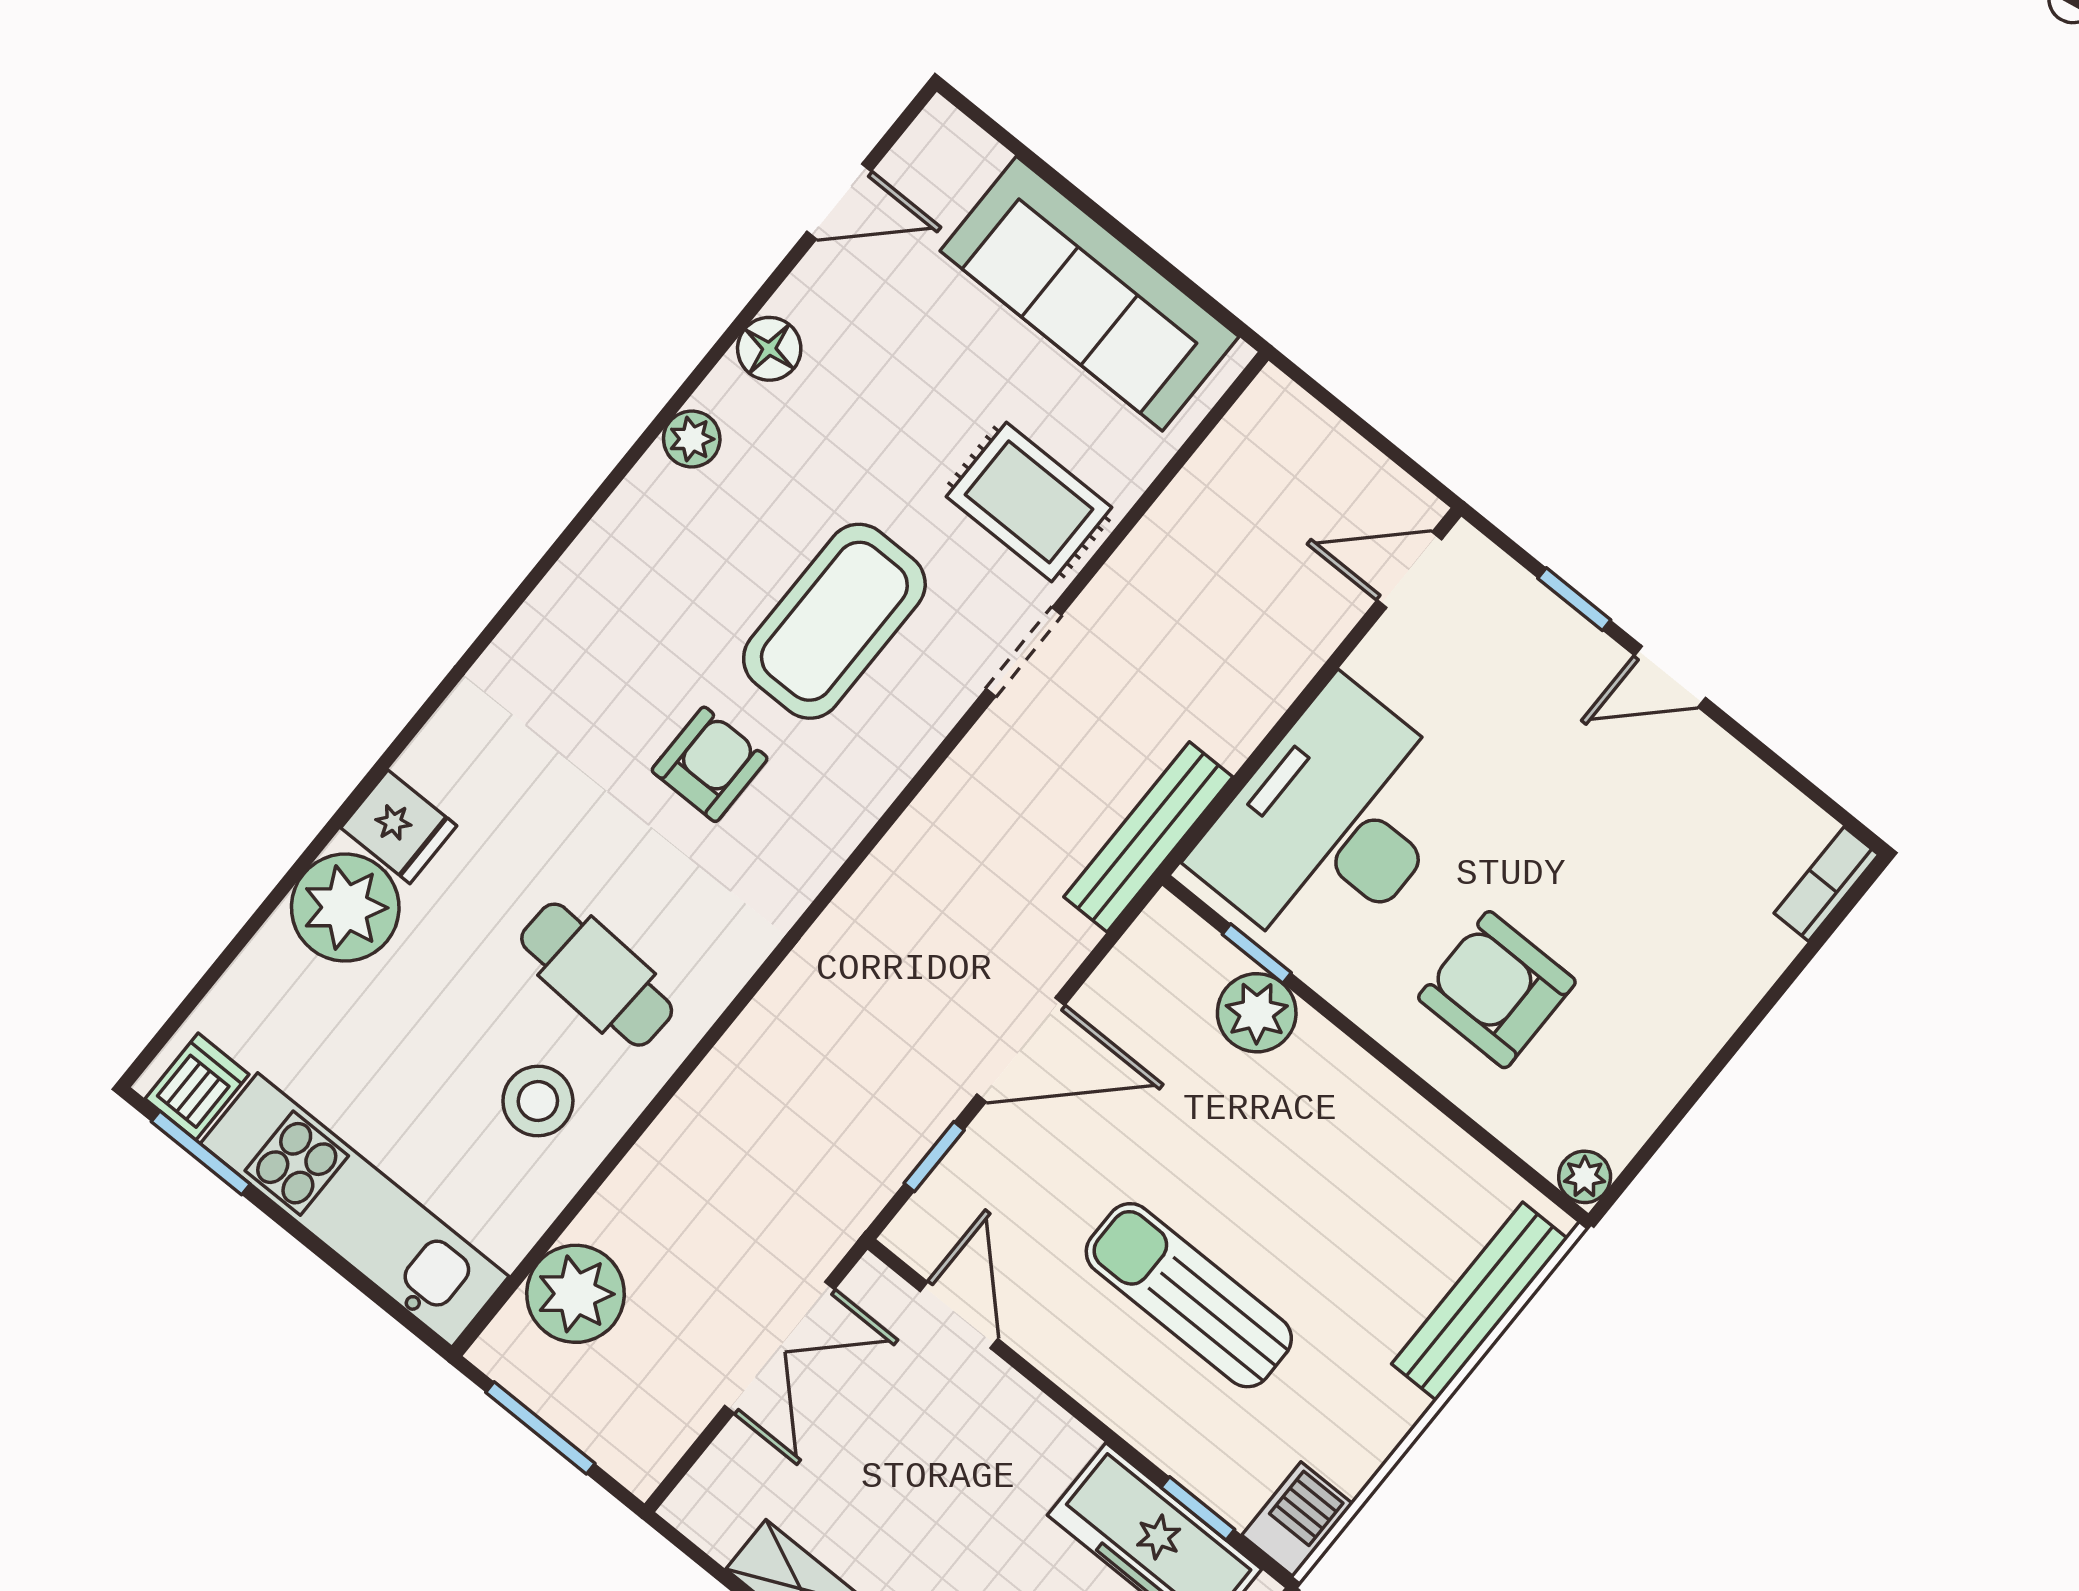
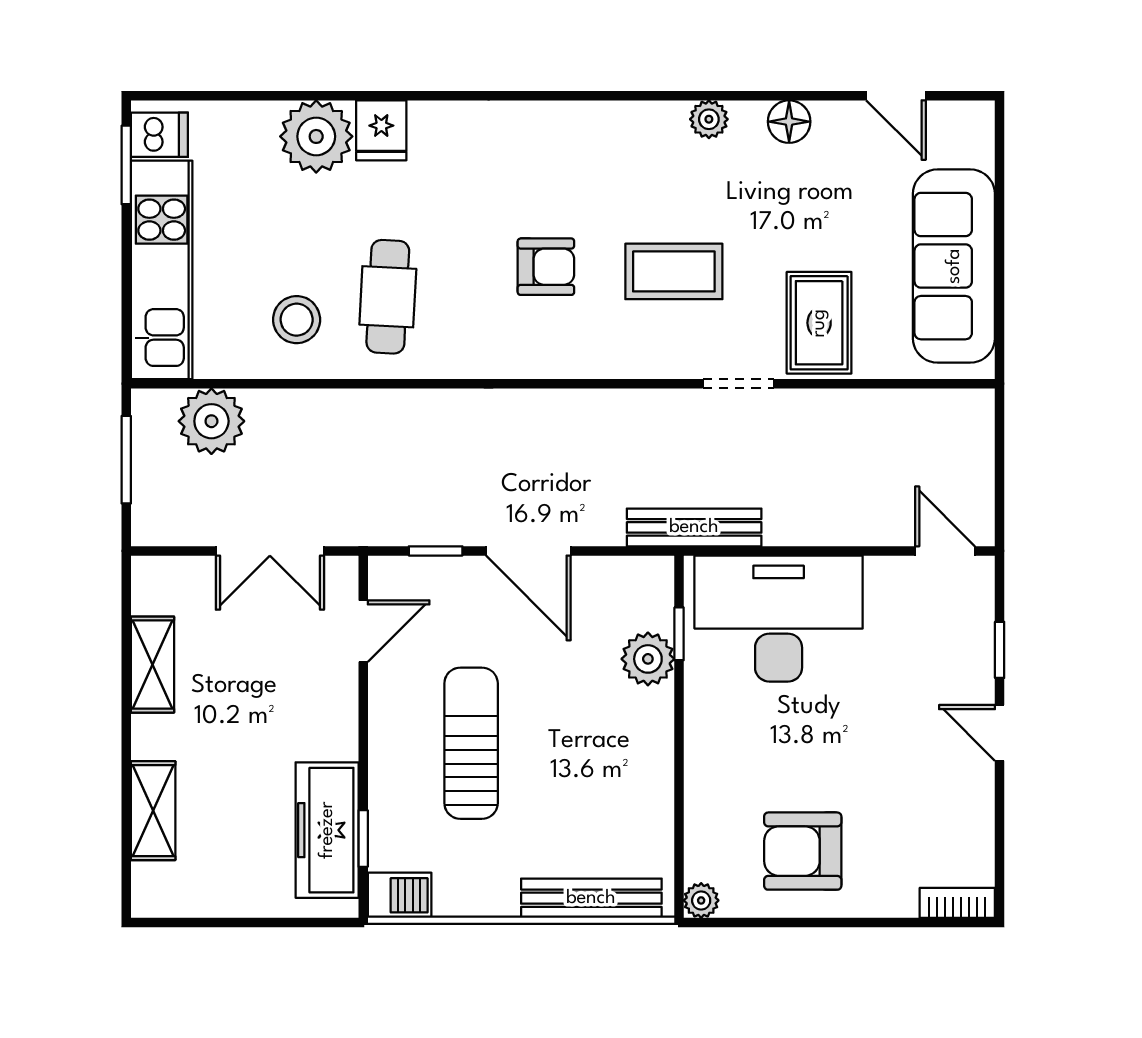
coffee table: (834, 621) -> (674, 271), width x0.73, depth x0.76
armchair: (1497, 990) -> (803, 851), moved, turned -90

